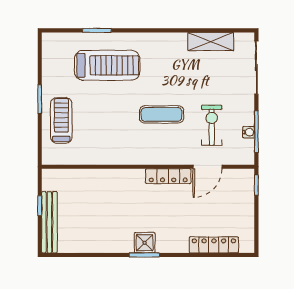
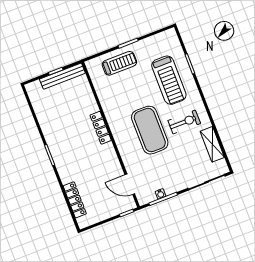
exercise mat: (162, 114) -> (150, 130), width x2.00, depth x1.45
exercise bike: (212, 125) -> (184, 122), moved
door: (207, 167) -> (130, 184), moved
locker: (168, 176) -> (101, 128), moved
bench: (49, 222) -> (62, 76), moved
shower: (145, 243) -> (58, 152), removed

